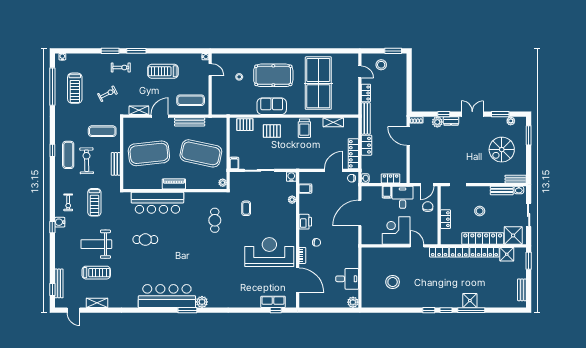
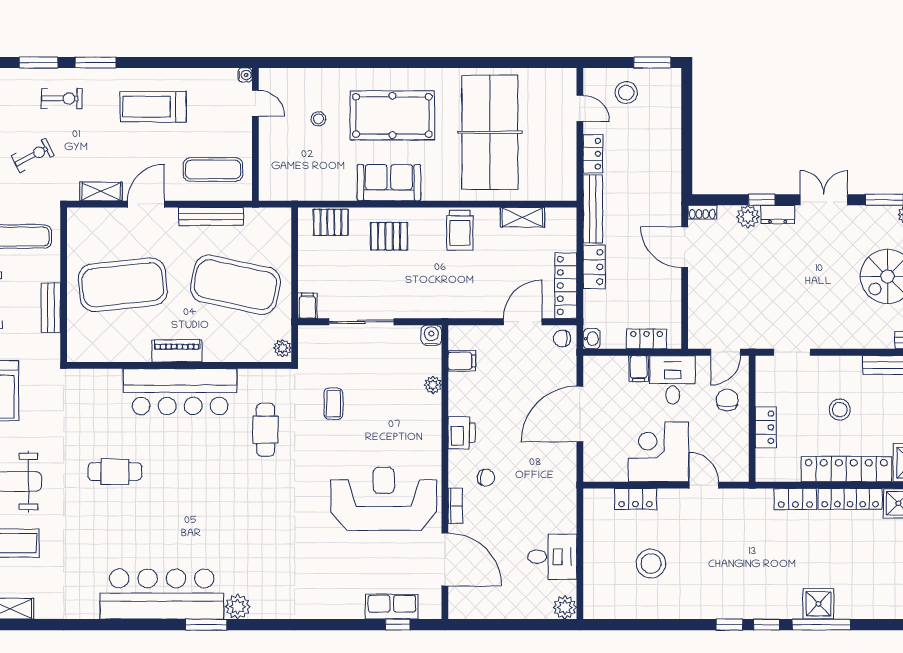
bar counter: (157, 203) -> (180, 392), moved
locker: (439, 252) -> (635, 499), moved

